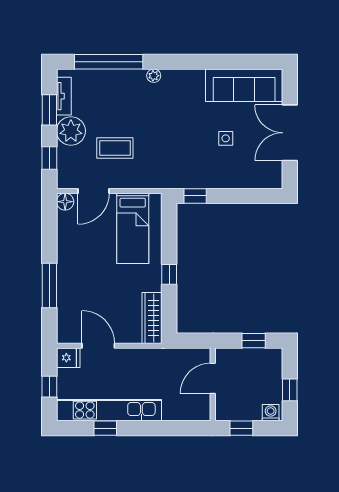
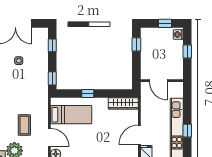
window: (252, 196) -> (52, 45), added
window: (169, 274) -> (88, 93), moved
door: (213, 378) -> (158, 81), moved
wall: (213, 384) -> (162, 81), moved

